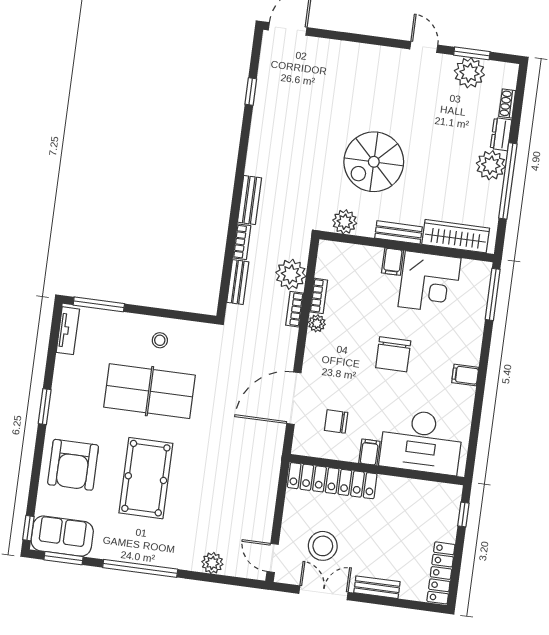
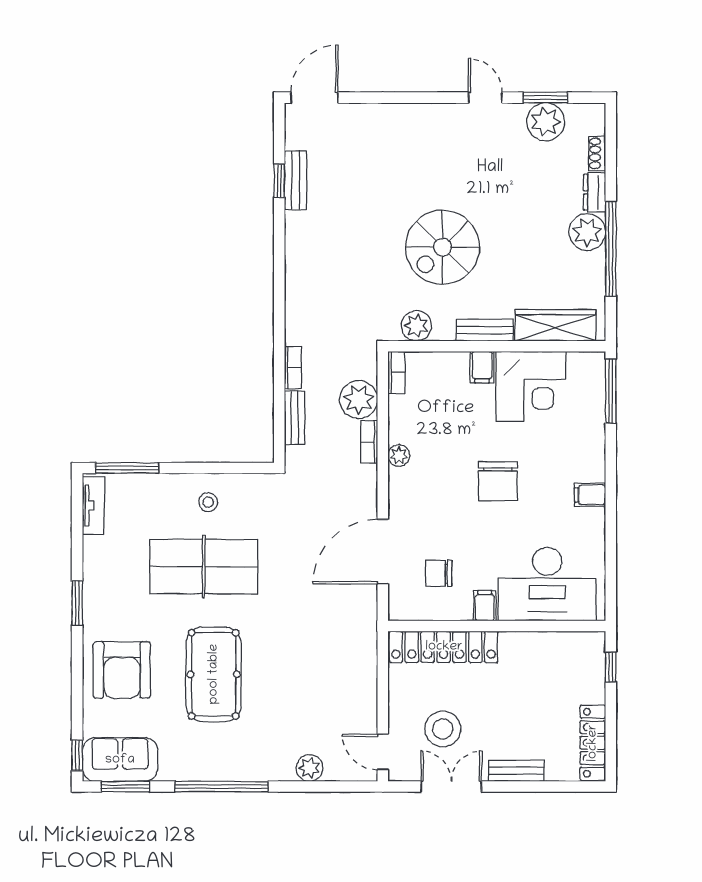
bench: (249, 200) -> (296, 180), moved
bookcase: (319, 296) -> (396, 373), moved

